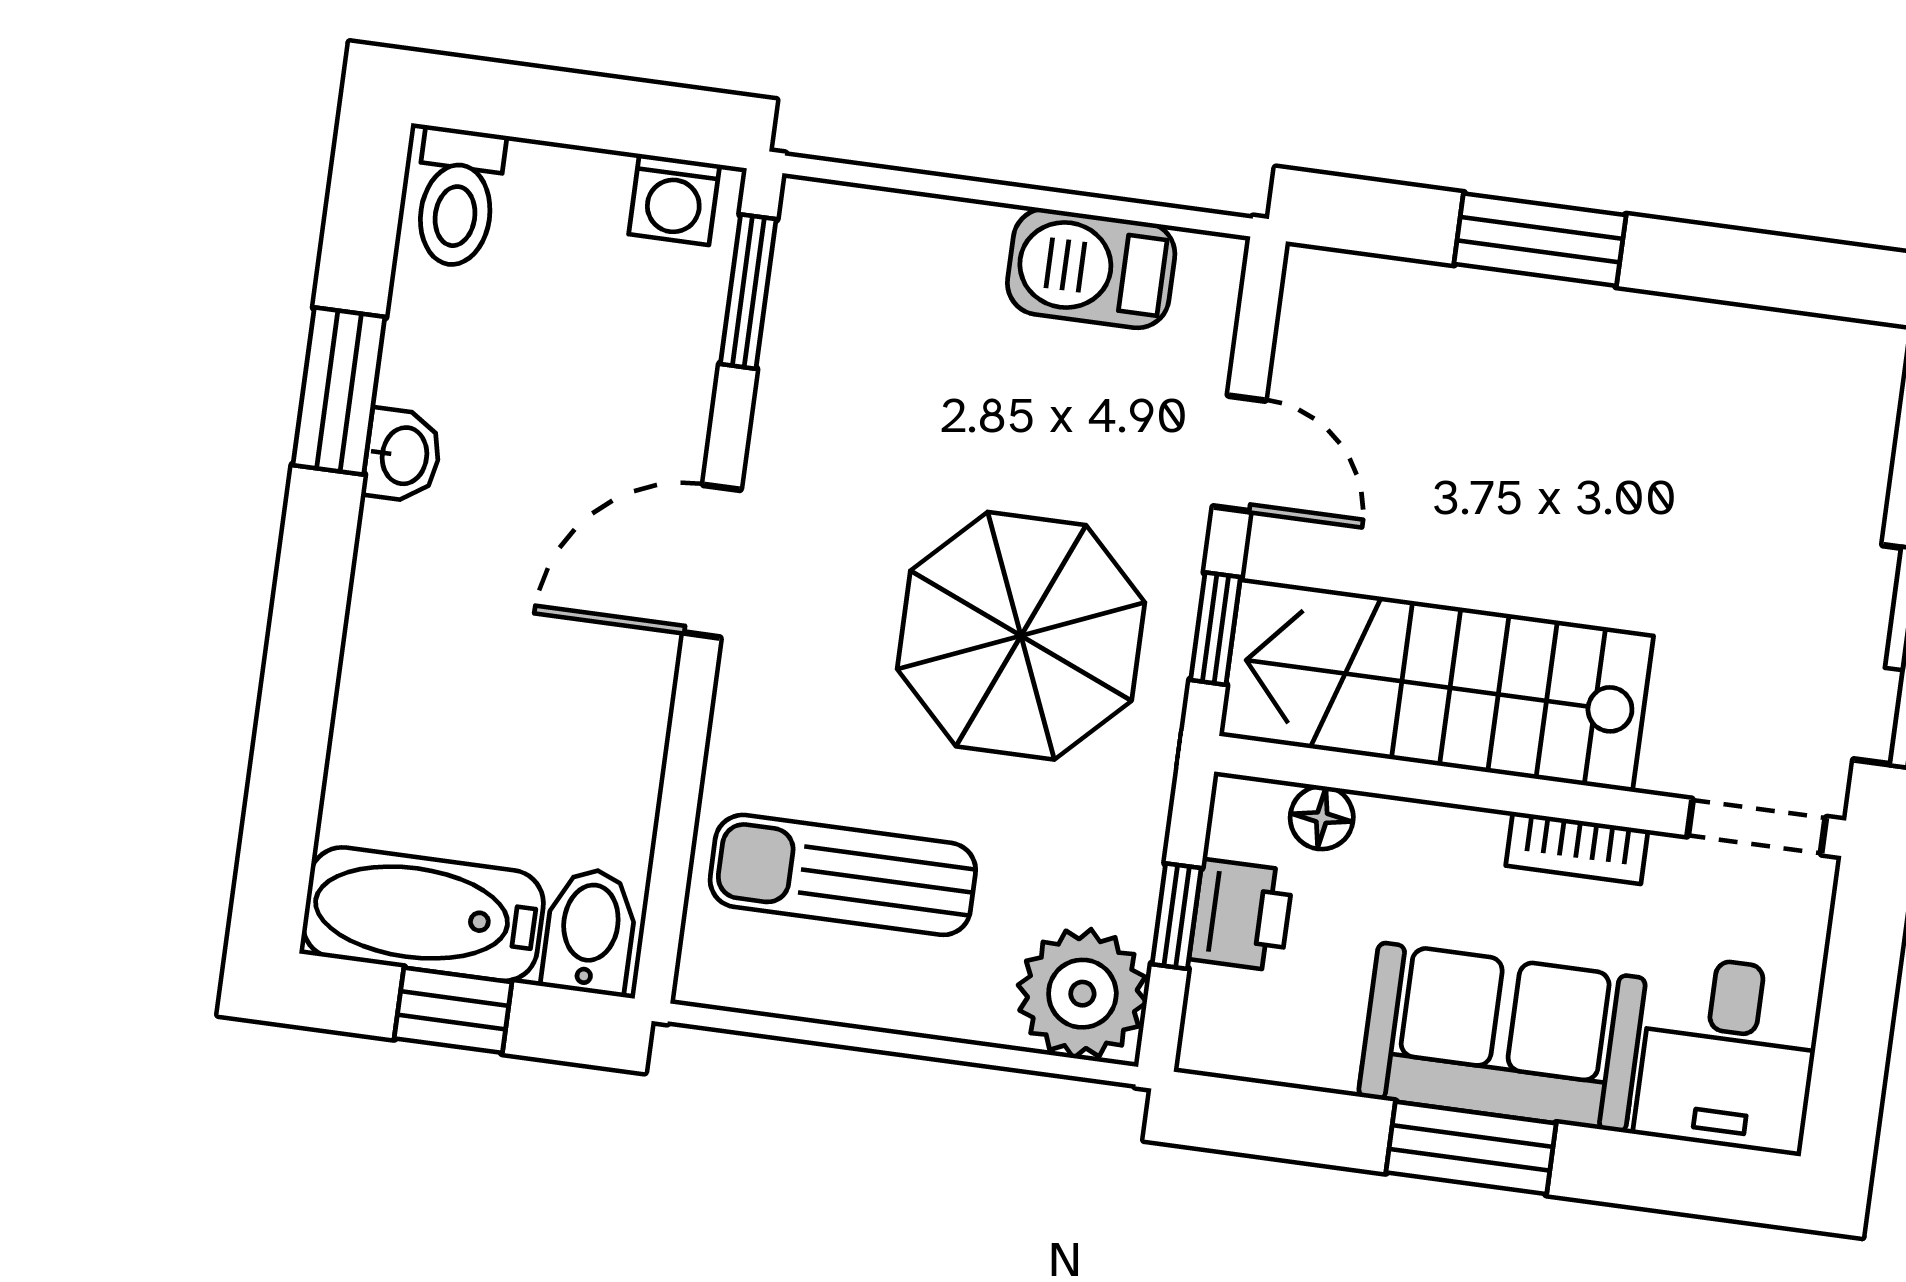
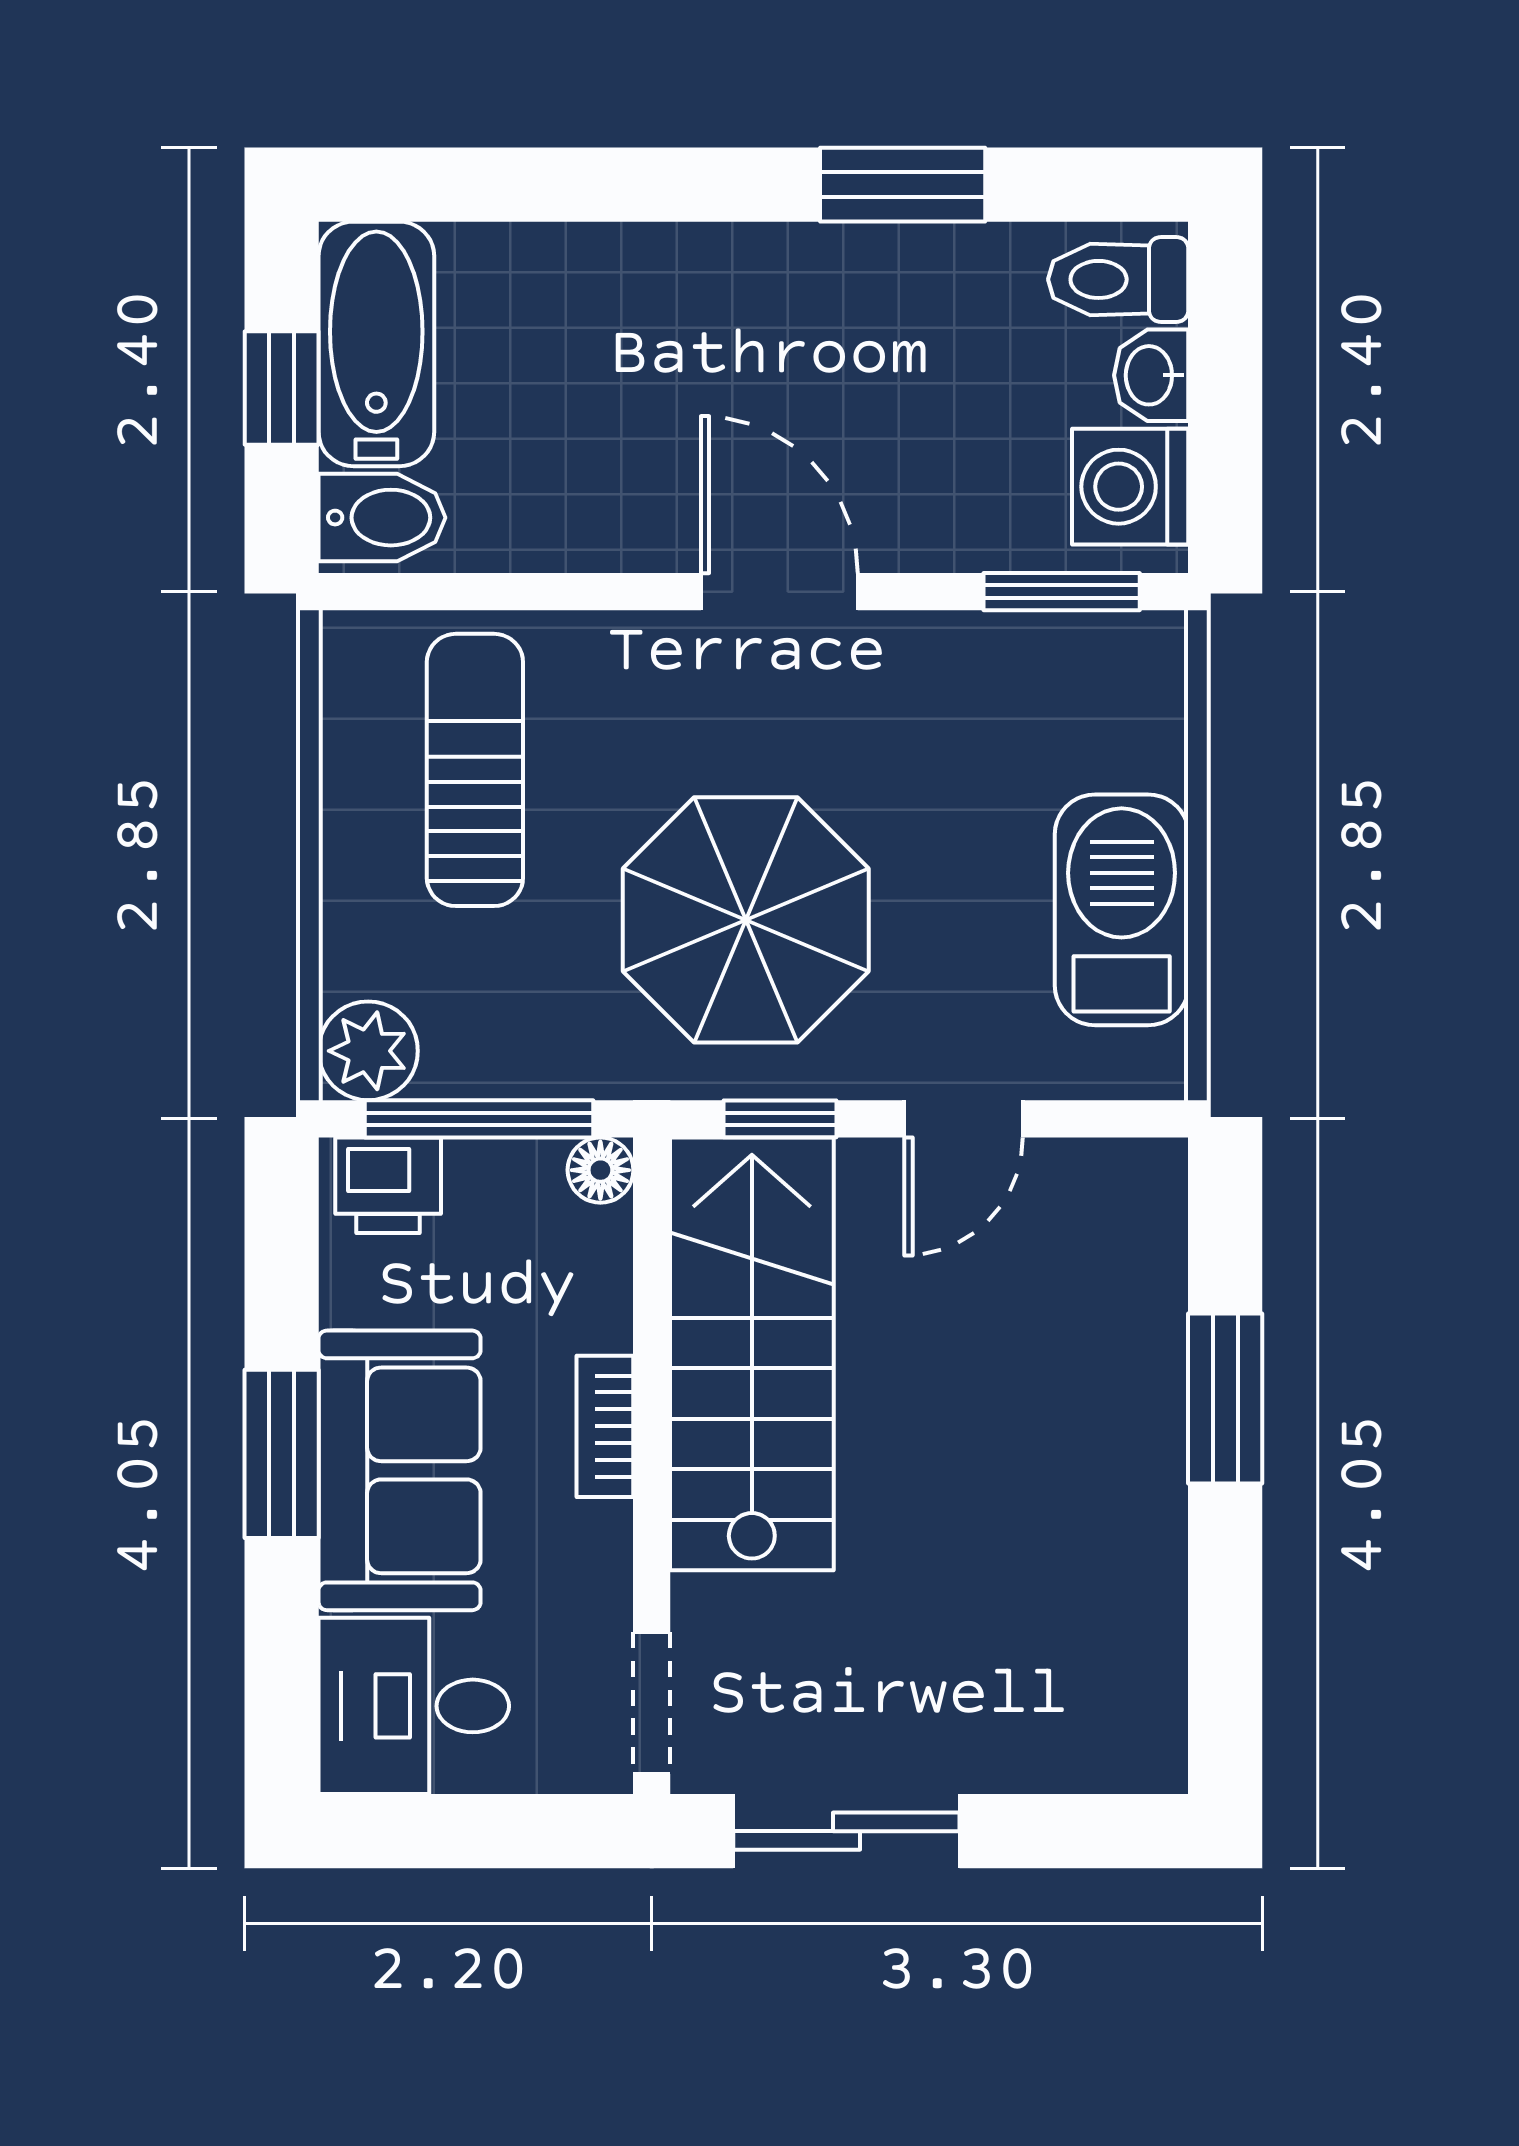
washing machine: (674, 199) -> (1130, 487), width x1.38, depth x1.38
barbecue: (1091, 268) -> (1122, 910), width x1.37, depth x1.21
washbasin: (402, 455) -> (1151, 375), moved, turned 90
floor lamp: (1322, 818) -> (600, 1170), moved
bookcase: (1577, 848) -> (605, 1426), moved
printer: (1241, 915) -> (388, 1185), moved
window: (1177, 916) -> (479, 1119), width x2.17
plant: (1082, 994) -> (368, 1051), width x0.73, depth x0.73

